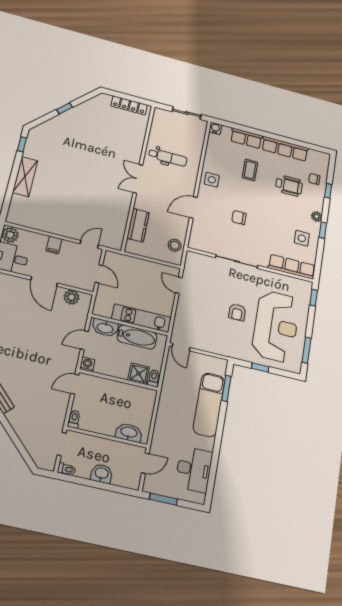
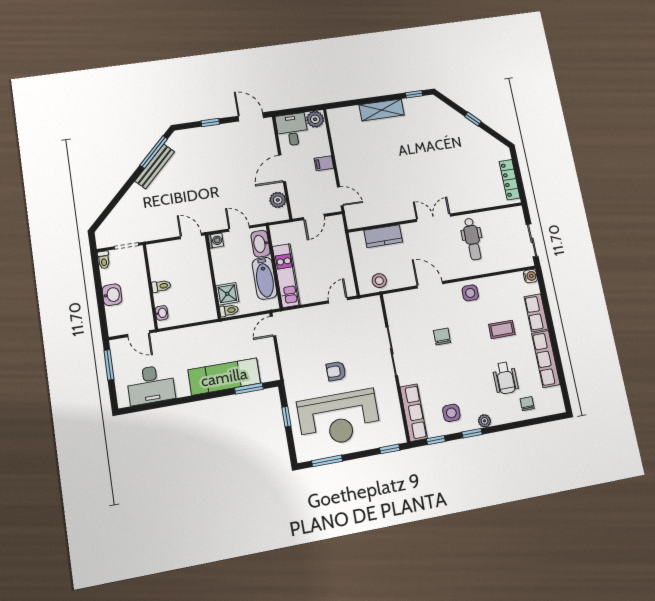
window: (328, 191) -> (436, 440), moved
toilet: (74, 419) -> (161, 286), moved
washbasin: (129, 433) -> (162, 313), width x0.52, depth x0.69

